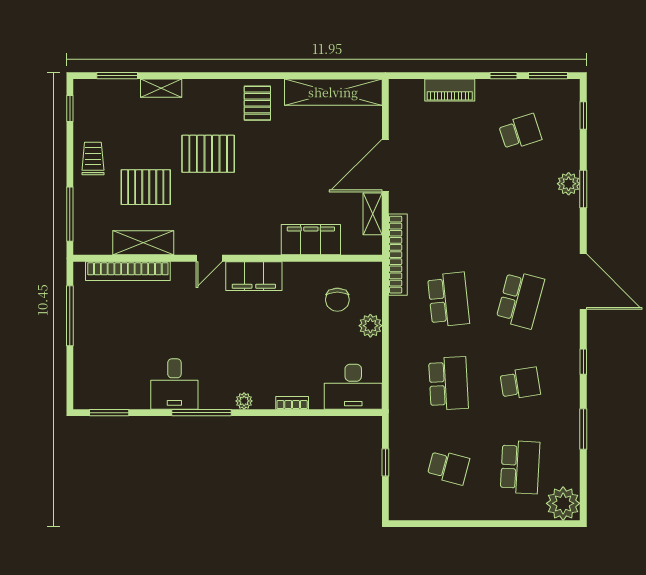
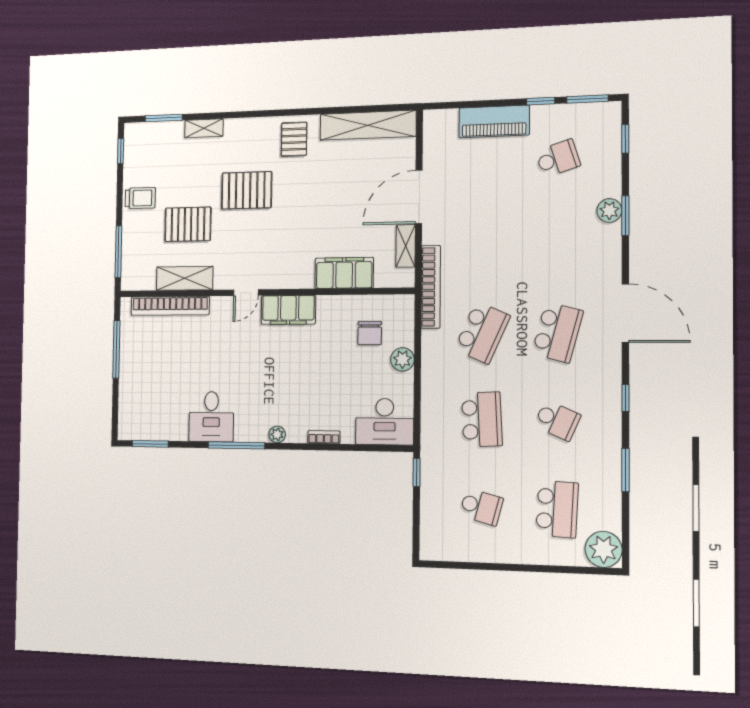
piano: (450, 90) -> (494, 121), width x1.37, depth x1.33
trolley: (93, 159) -> (140, 198), turned 90
school desk: (448, 300) -> (482, 333), turned 30
school desk: (520, 383) -> (557, 420), turned 33
window: (385, 462) -> (417, 472), moved

